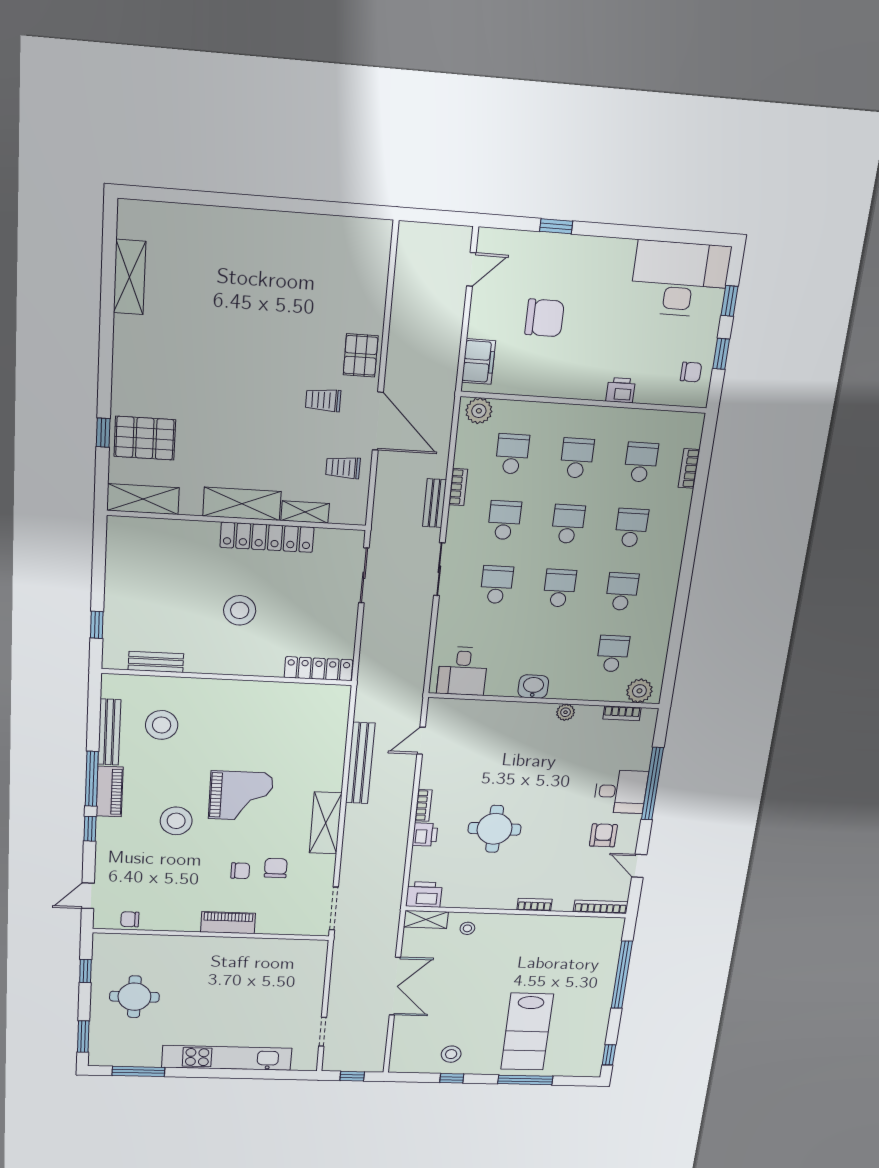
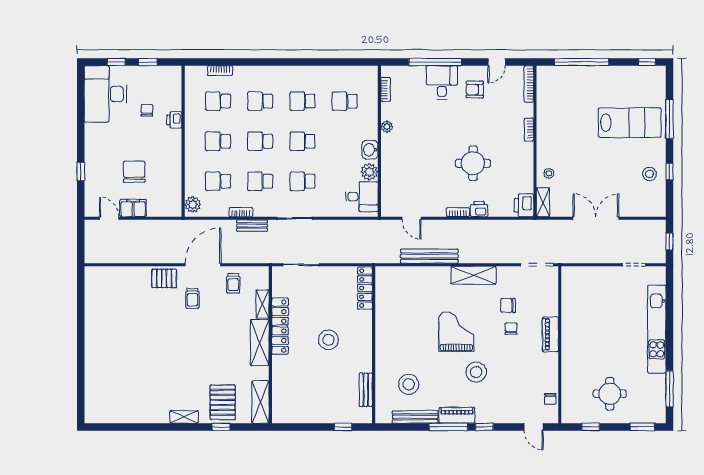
shelving: (129, 277) -> (184, 417), moved, width x0.67, depth x0.75
filing cabinet: (479, 361) -> (133, 208), moved
chair: (691, 372) -> (147, 110), moved
plant: (639, 691) -> (369, 172), moved

